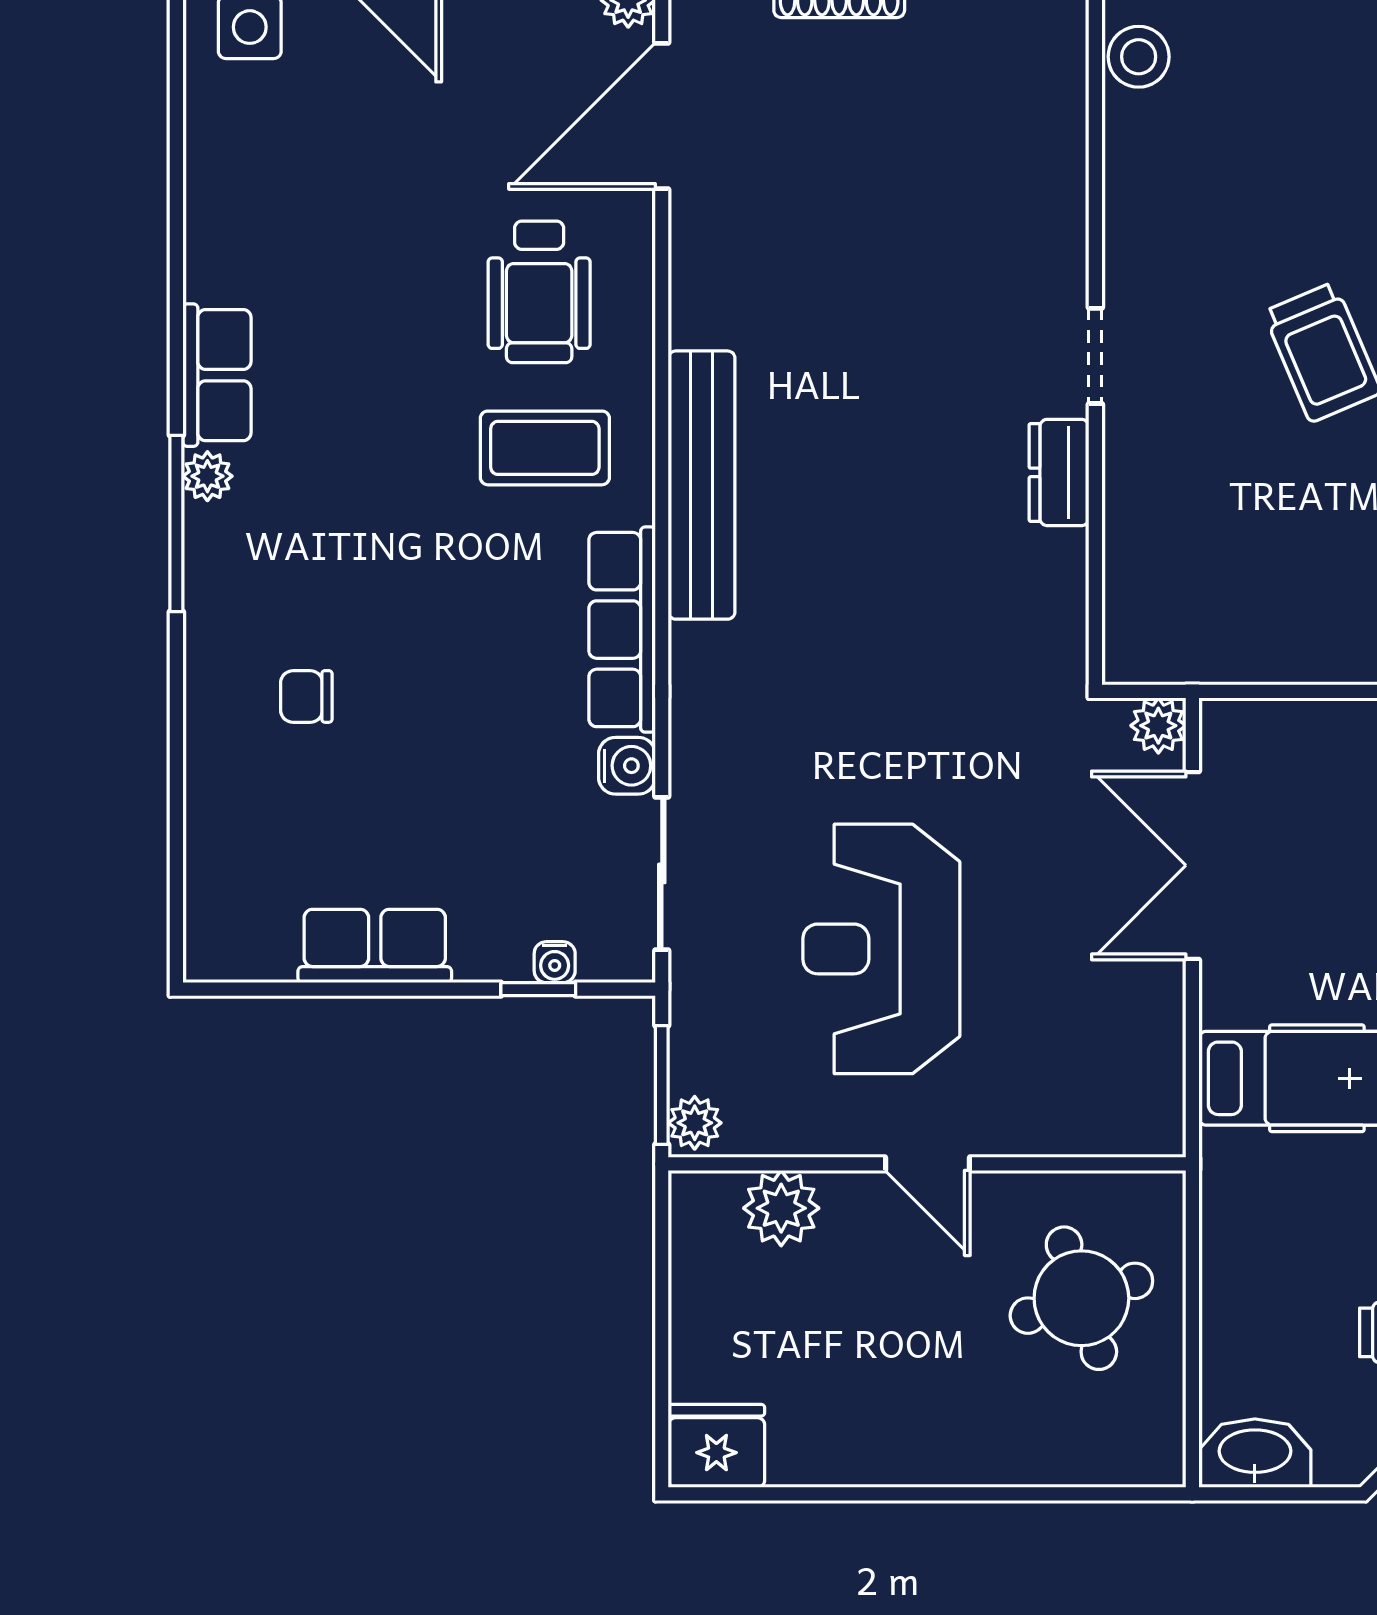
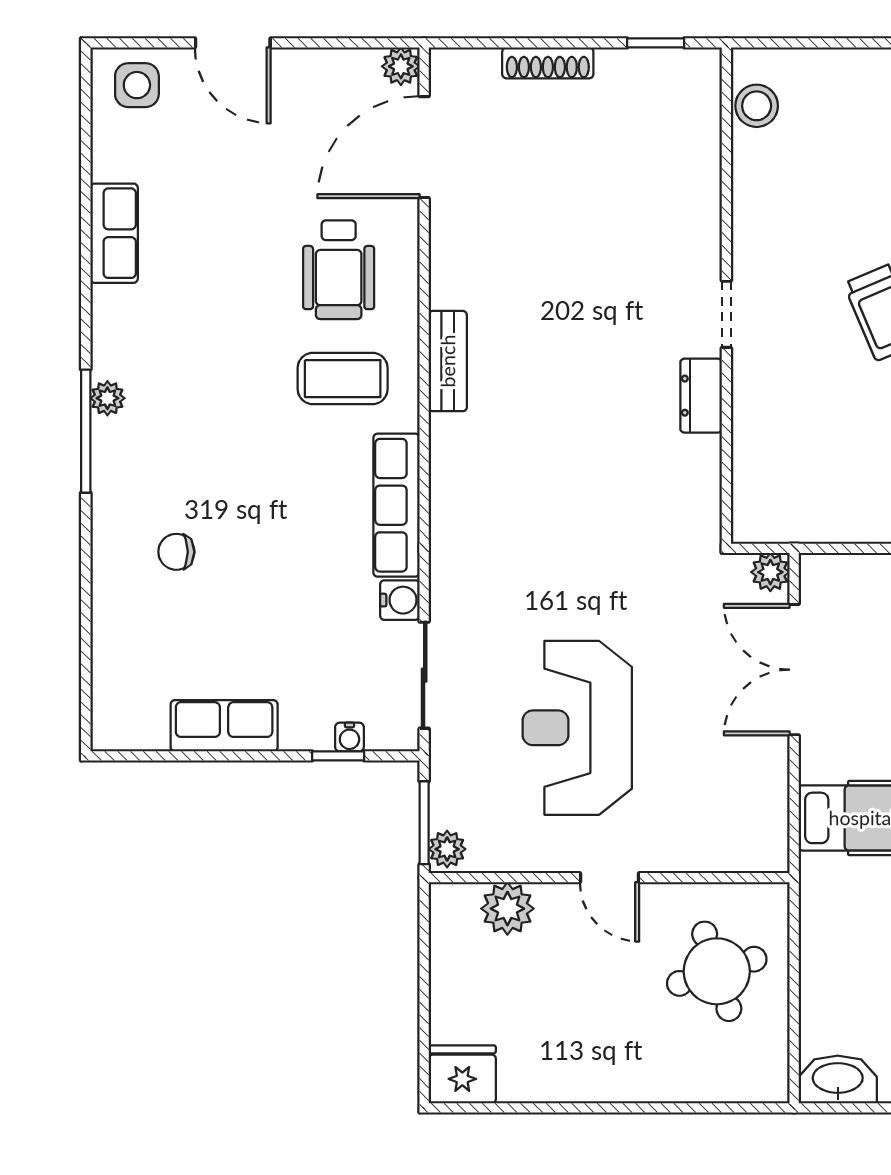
row of seats: (217, 375) -> (114, 233), moved
bench: (702, 485) -> (448, 361), width x0.54, depth x0.82

